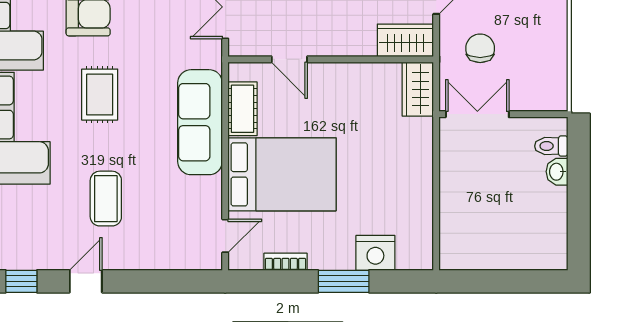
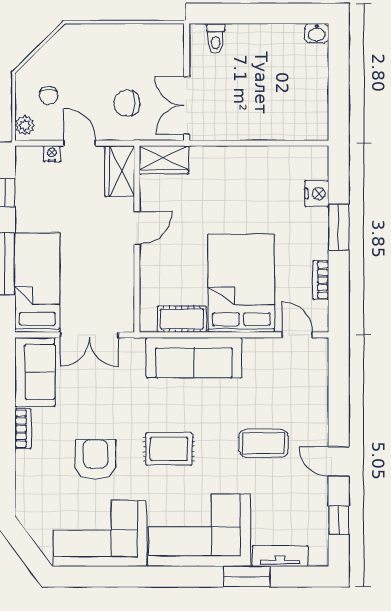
door: (289, 59) -> (137, 228), moved
washbasin: (557, 172) -> (317, 33), moved
nightstand: (375, 253) -> (317, 194), width x0.74, depth x0.75

